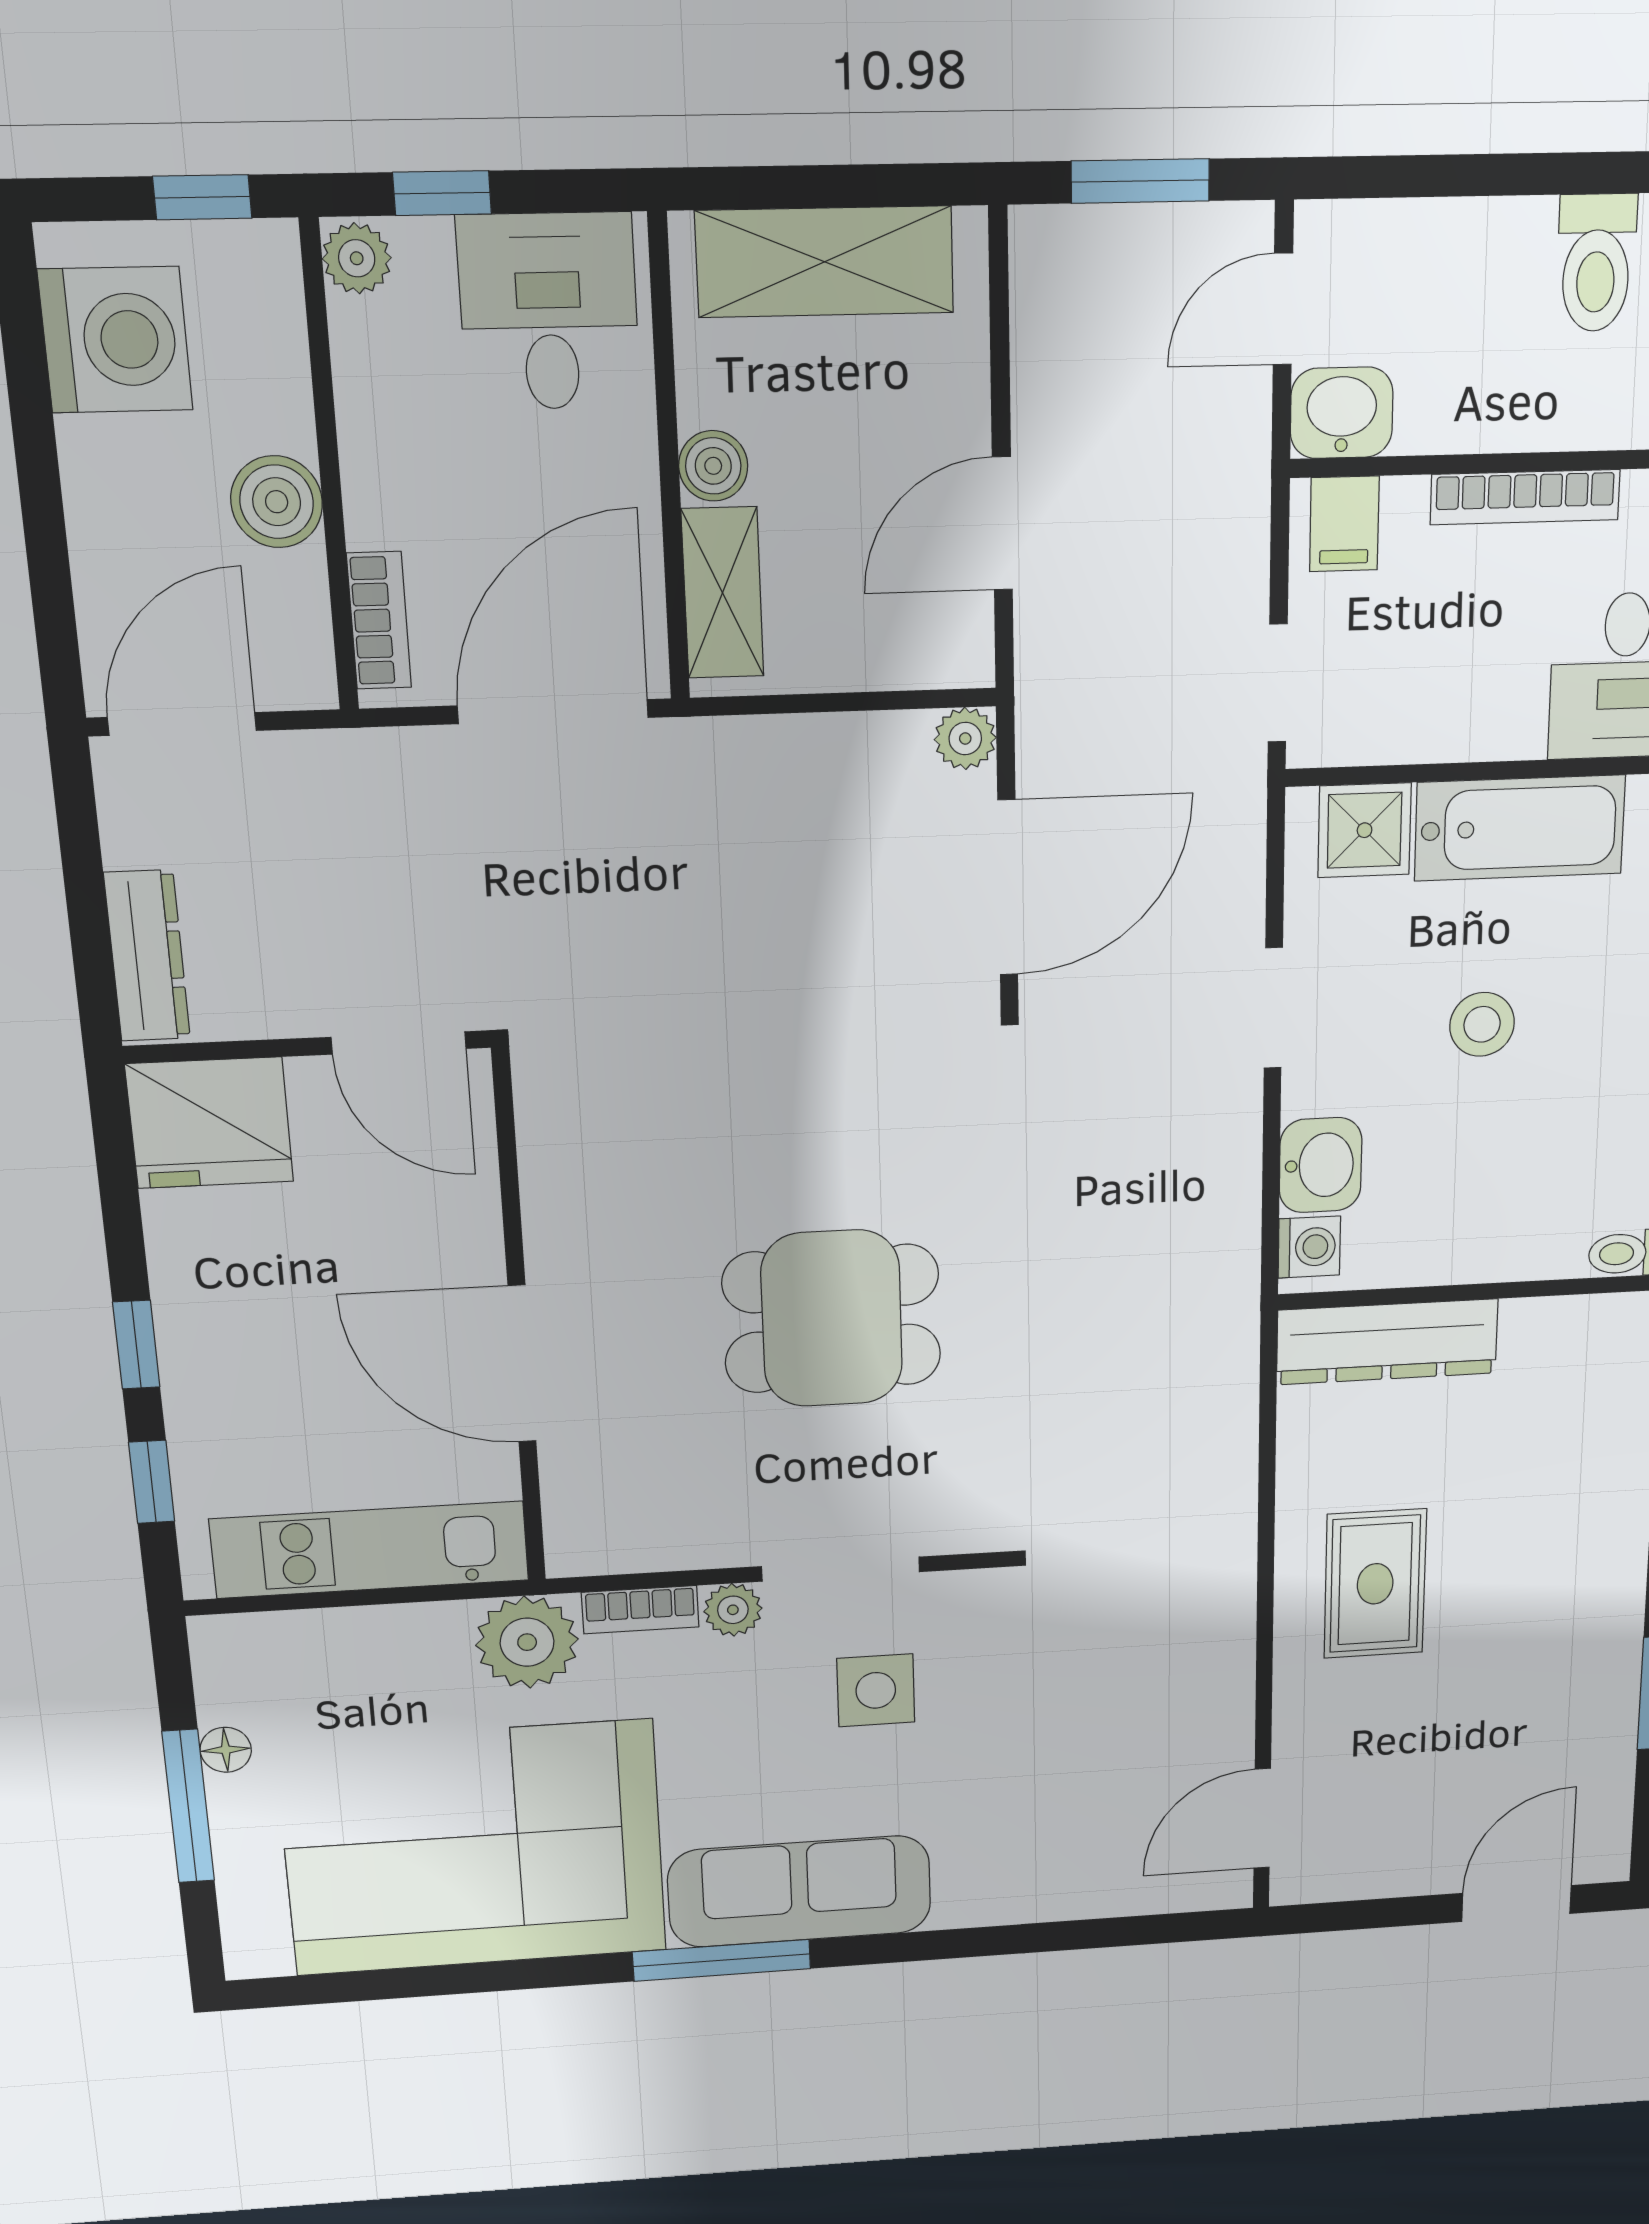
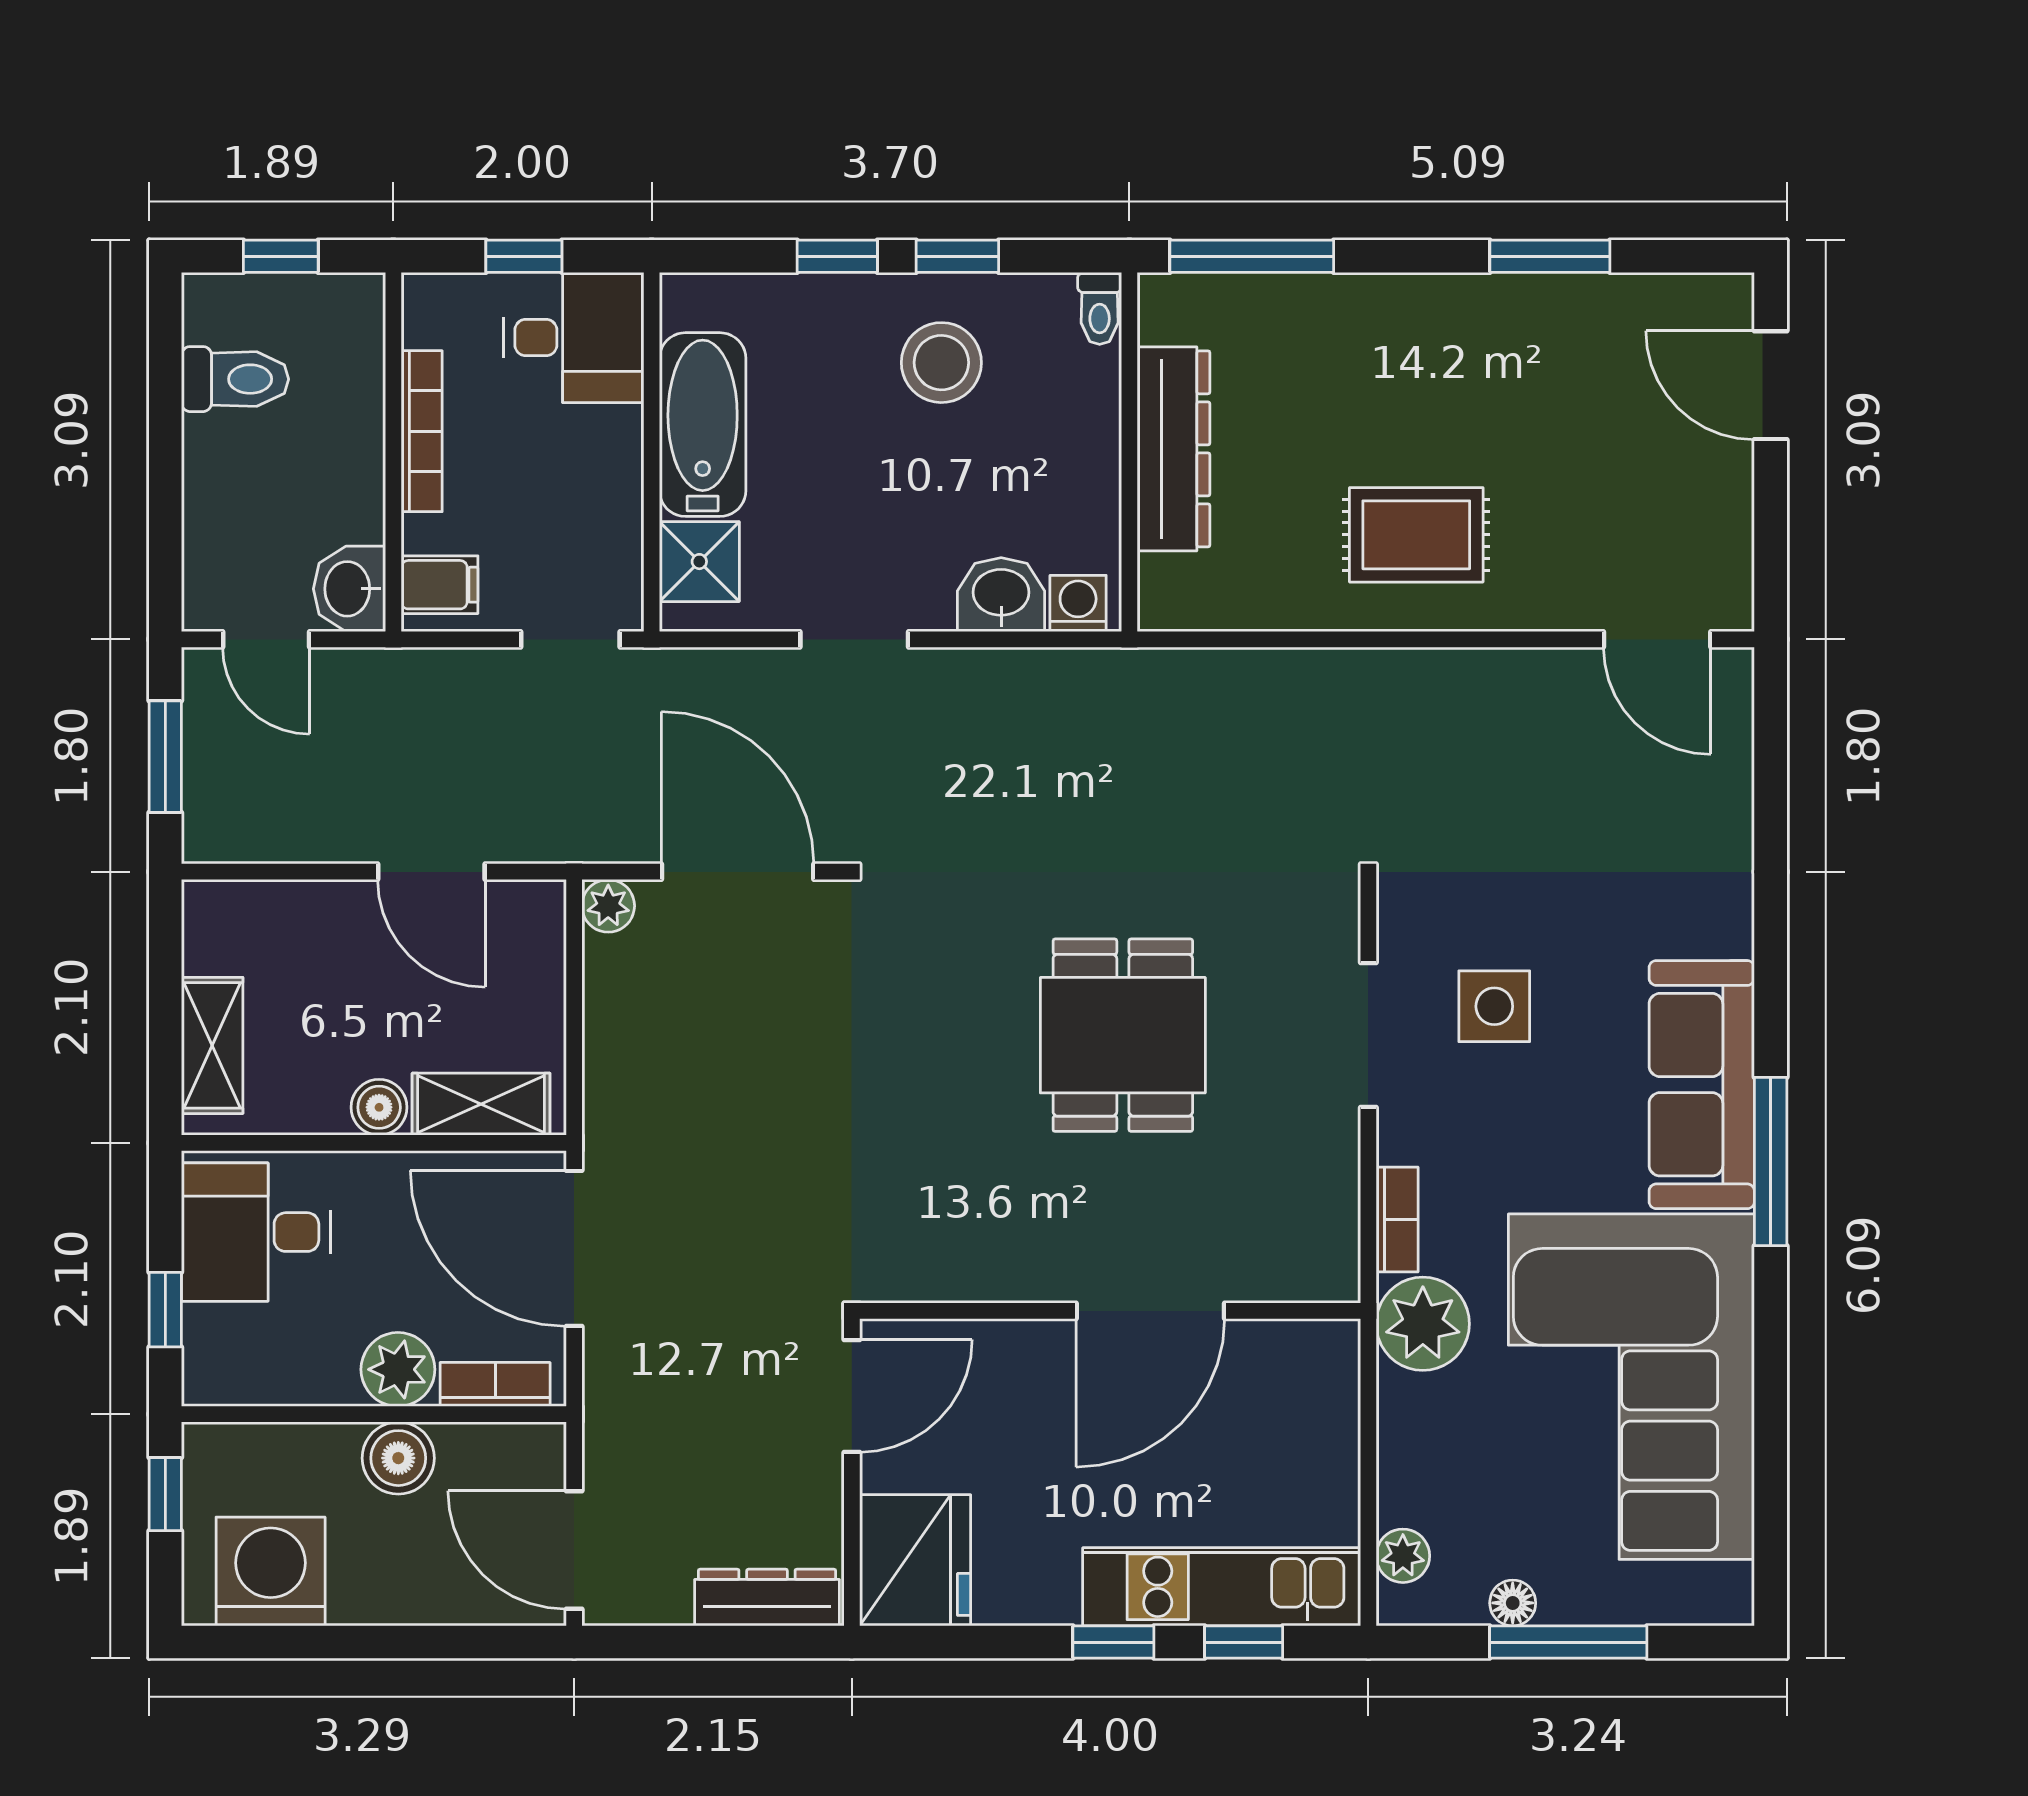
plant: (357, 258) -> (398, 1369), moved, width x1.38, depth x1.38
shelving: (825, 262) -> (212, 1045), width x0.67, depth x0.75
stool: (1482, 1024) -> (941, 363), moved, width x1.38, depth x1.38
dresser: (1387, 1342) -> (1174, 449), moved
kitchen unit: (370, 1550) -> (1222, 1587), moved, turned 90
plant: (733, 1610) -> (1403, 1556), moved

